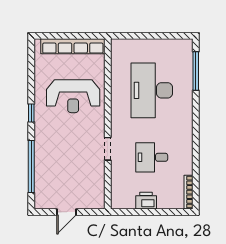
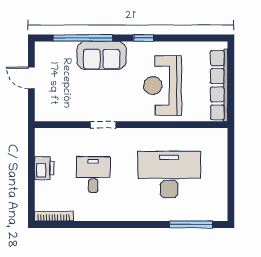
sofa: (47, 150) -> (102, 55), added

